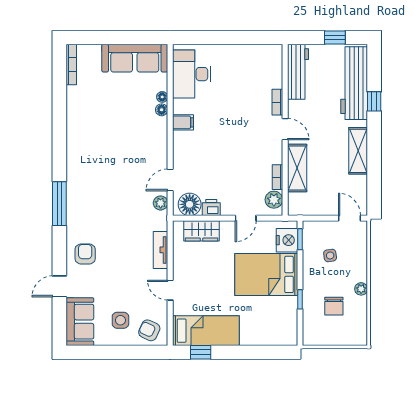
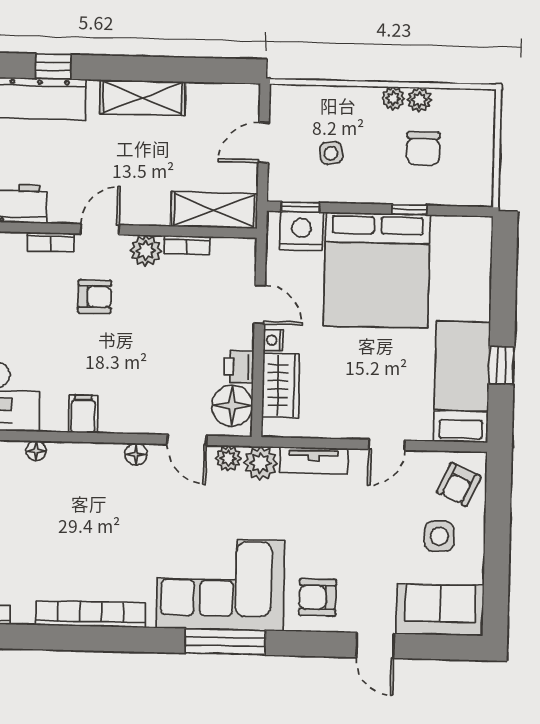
floor lamp: (162, 110) -> (136, 454), moved
armchair: (248, 127) -> (95, 297), added
bookcase: (73, 129) -> (91, 614), added
shelving: (297, 168) -> (214, 210), moved
corner sofa: (91, 200) -> (221, 584), added
plant: (274, 200) -> (146, 251), moved
door: (350, 218) -> (264, 143), moved
plant: (158, 221) -> (260, 463), added
nightstand: (226, 226) -> (273, 340), added
bed: (266, 274) -> (377, 270), width x1.36
plant: (361, 303) -> (419, 100), added
chair: (334, 306) -> (423, 148), turned 90
window: (201, 352) -> (501, 365), moved

